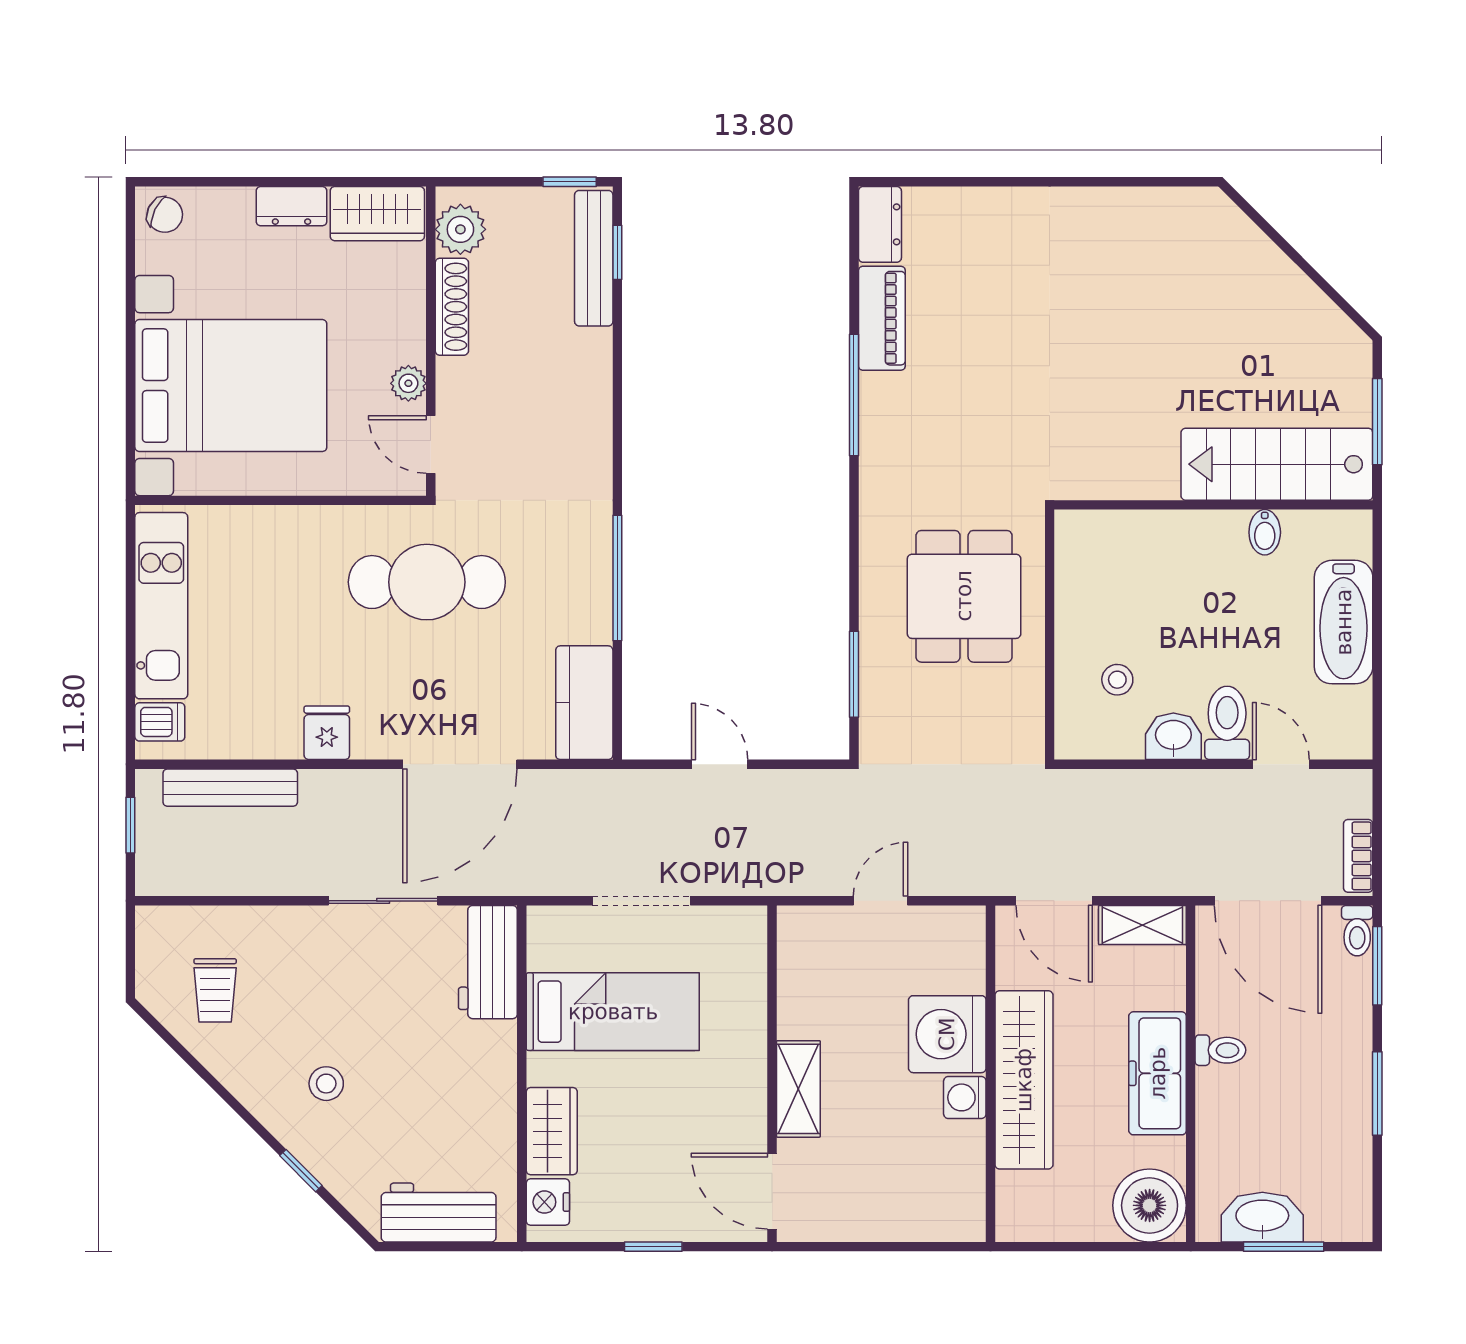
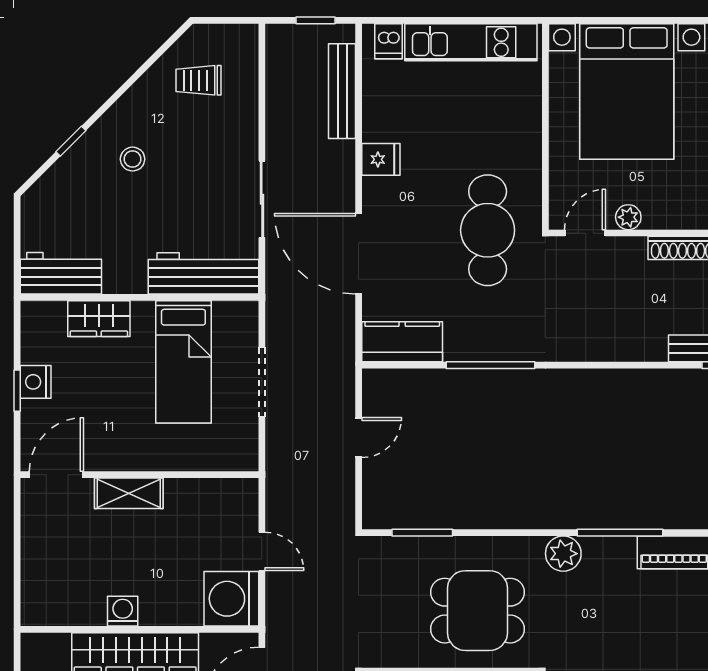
plant: (884, 475) -> (563, 554), added
workbench: (488, 962) -> (203, 273), width x1.38
washing machine: (947, 1034) -> (231, 599), moved, turned -90
nightstand: (548, 1202) -> (36, 382), moved, turned -90
workbench: (439, 1213) -> (61, 273), moved, turned -90

